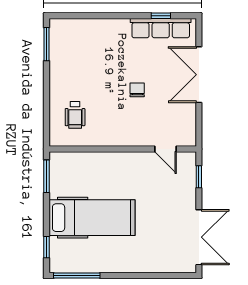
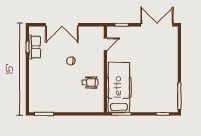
row of seats: (161, 28) -> (35, 47), width x0.68
wheelchair: (75, 115) -> (90, 82), moved
hospital bed: (92, 218) -> (119, 87), moved

